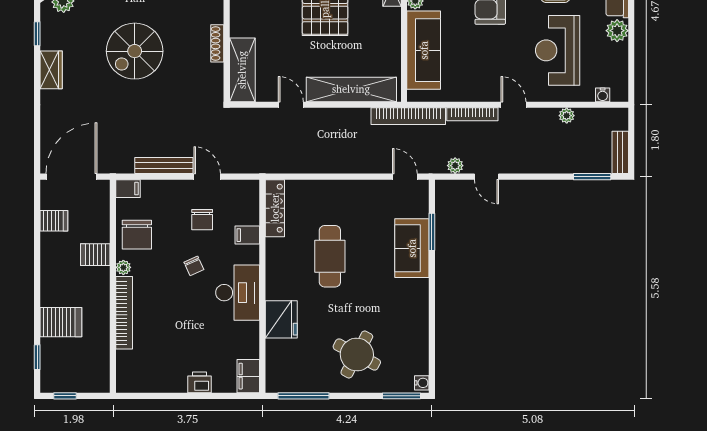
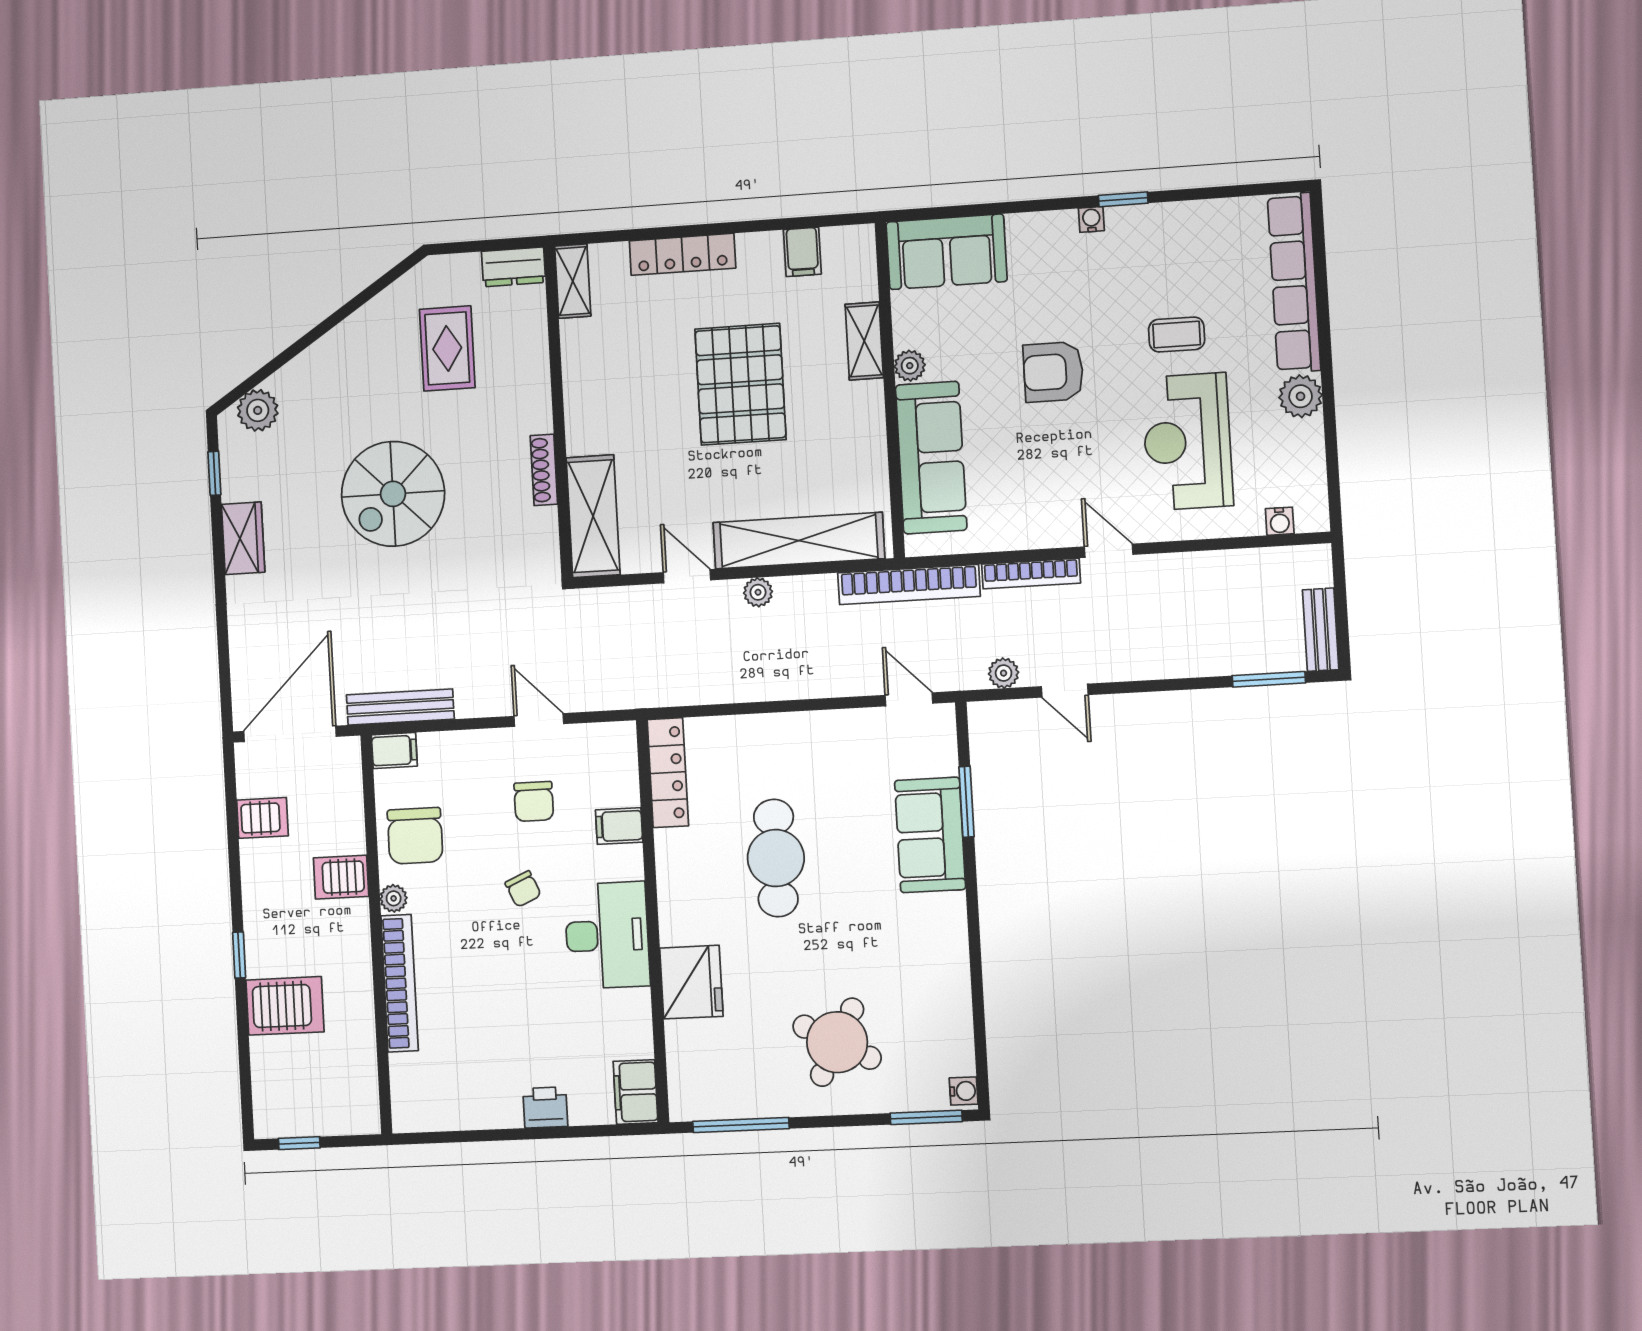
plant: (567, 116) -> (758, 592), moved
bench: (164, 165) -> (400, 707), moved
window: (37, 357) -> (239, 955), moved

